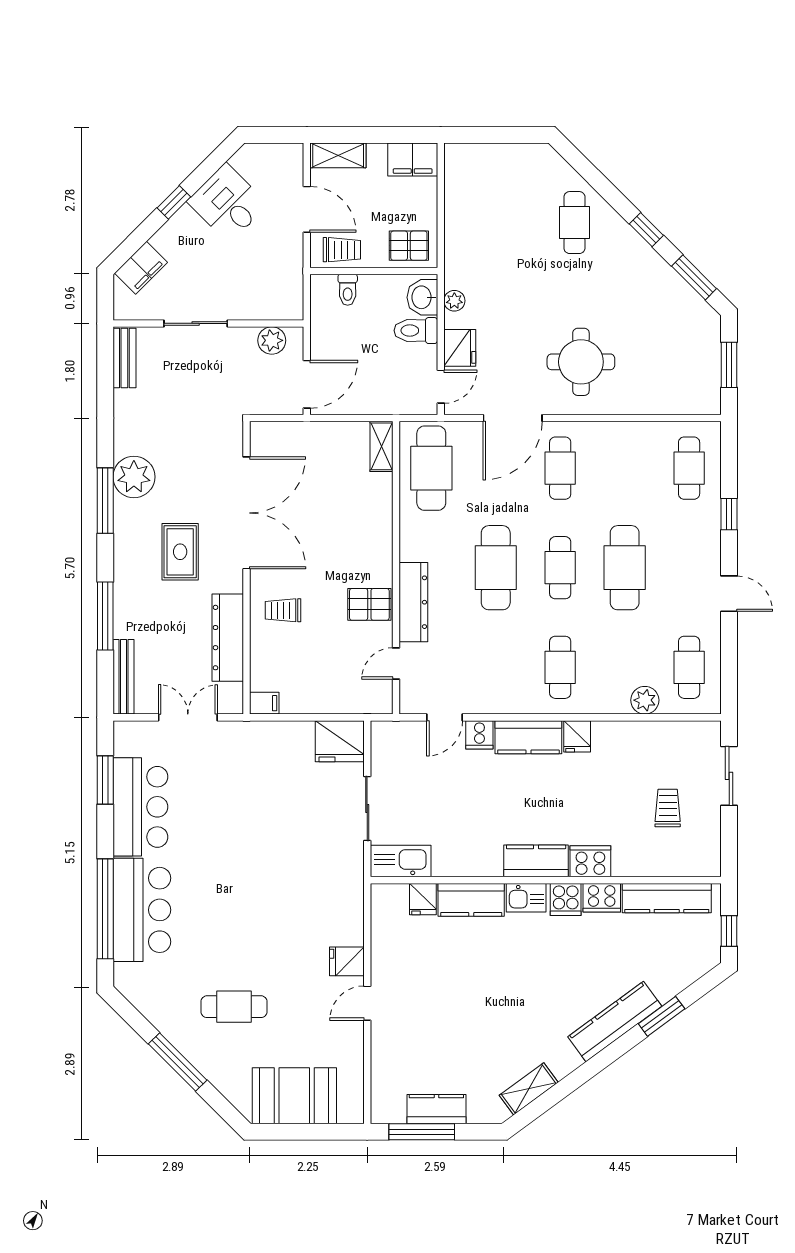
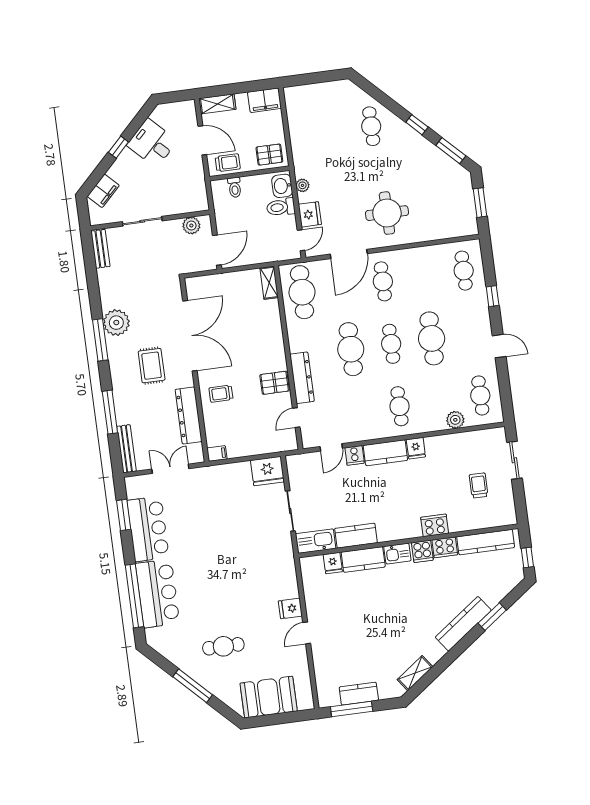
kitchen counter: (536, 861) -> (356, 536), moved

